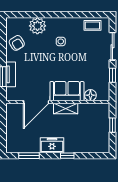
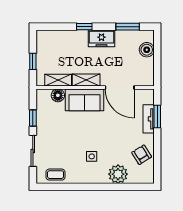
door: (36, 102) -> (120, 88), swing flipped
shelving: (90, 108) -> (58, 80), added
boiler: (12, 135) -> (147, 50), added

